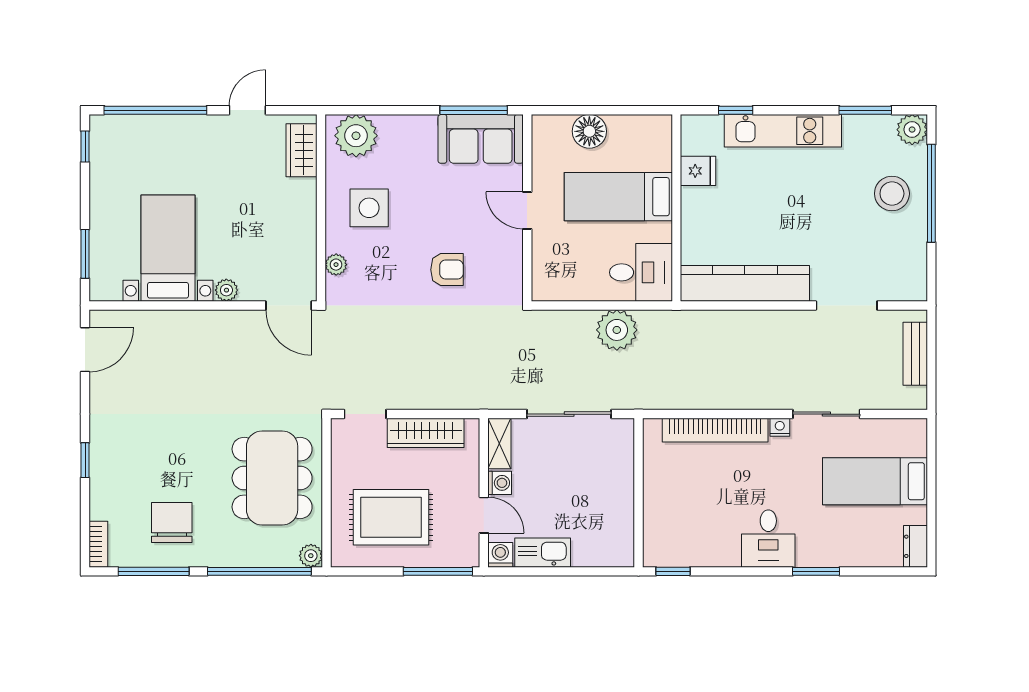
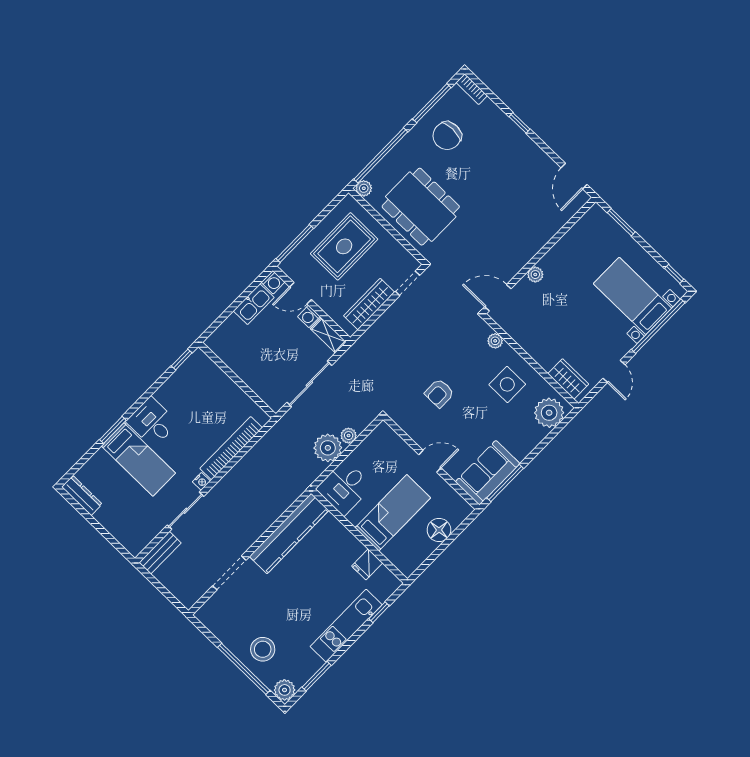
bed with nightstands: (168, 248) -> (632, 296), moved, turned 180
plant: (583, 321) -> (349, 436), added
bench: (915, 354) -> (160, 553), moved, turned 90
bed: (875, 481) -> (138, 459), moved, turned 90
chair: (172, 522) -> (447, 136), turned 90
dresser: (916, 546) -> (82, 495), width x1.44

